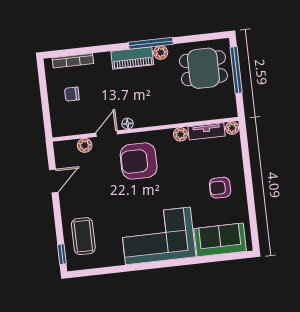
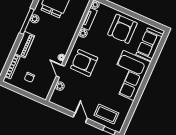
piano: (132, 58) -> (25, 45), moved
armchair: (139, 161) -> (84, 63), turned 90
door: (54, 181) -> (80, 118), moved
armchair: (220, 188) -> (122, 29), width x1.88, depth x1.88

